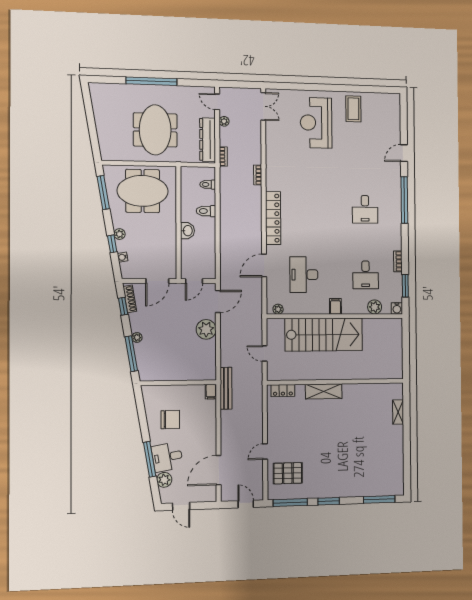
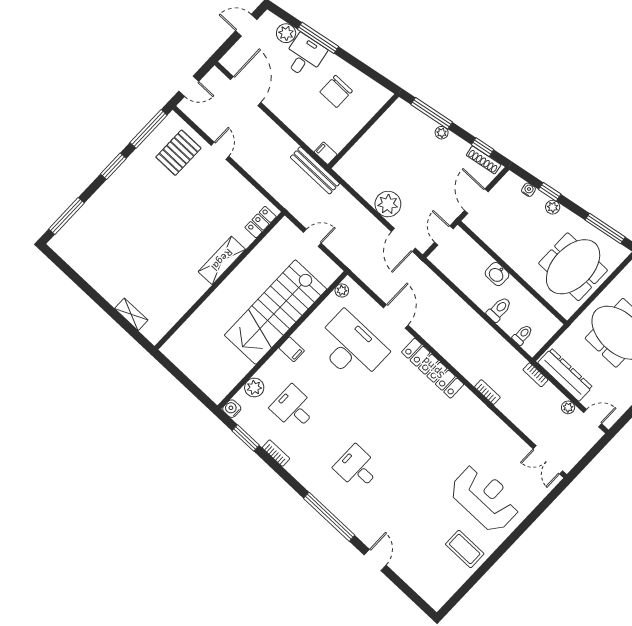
desk: (304, 275) -> (351, 347), width x1.36, depth x1.30

